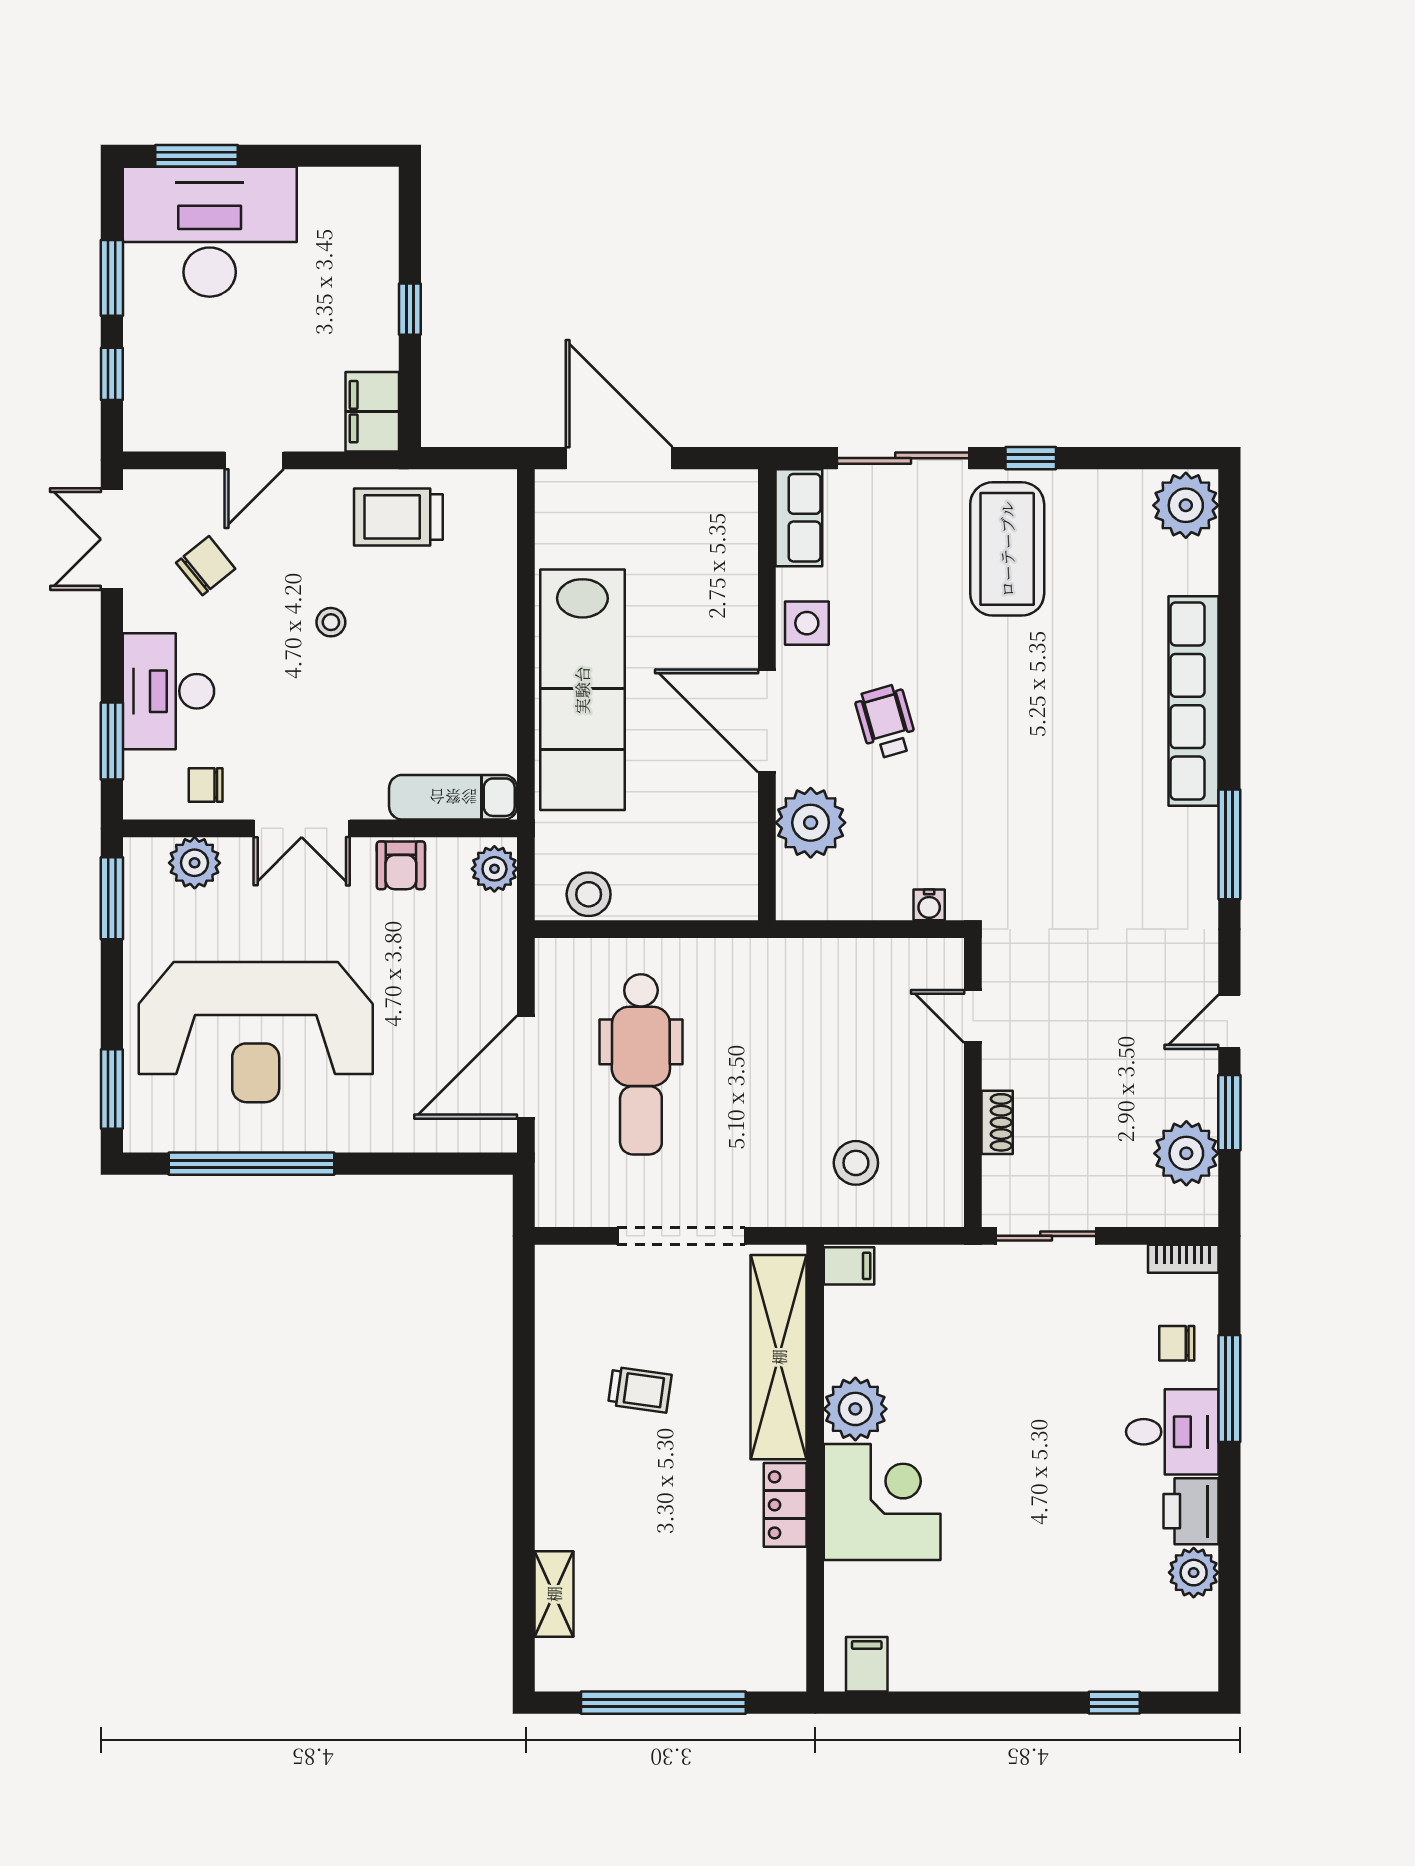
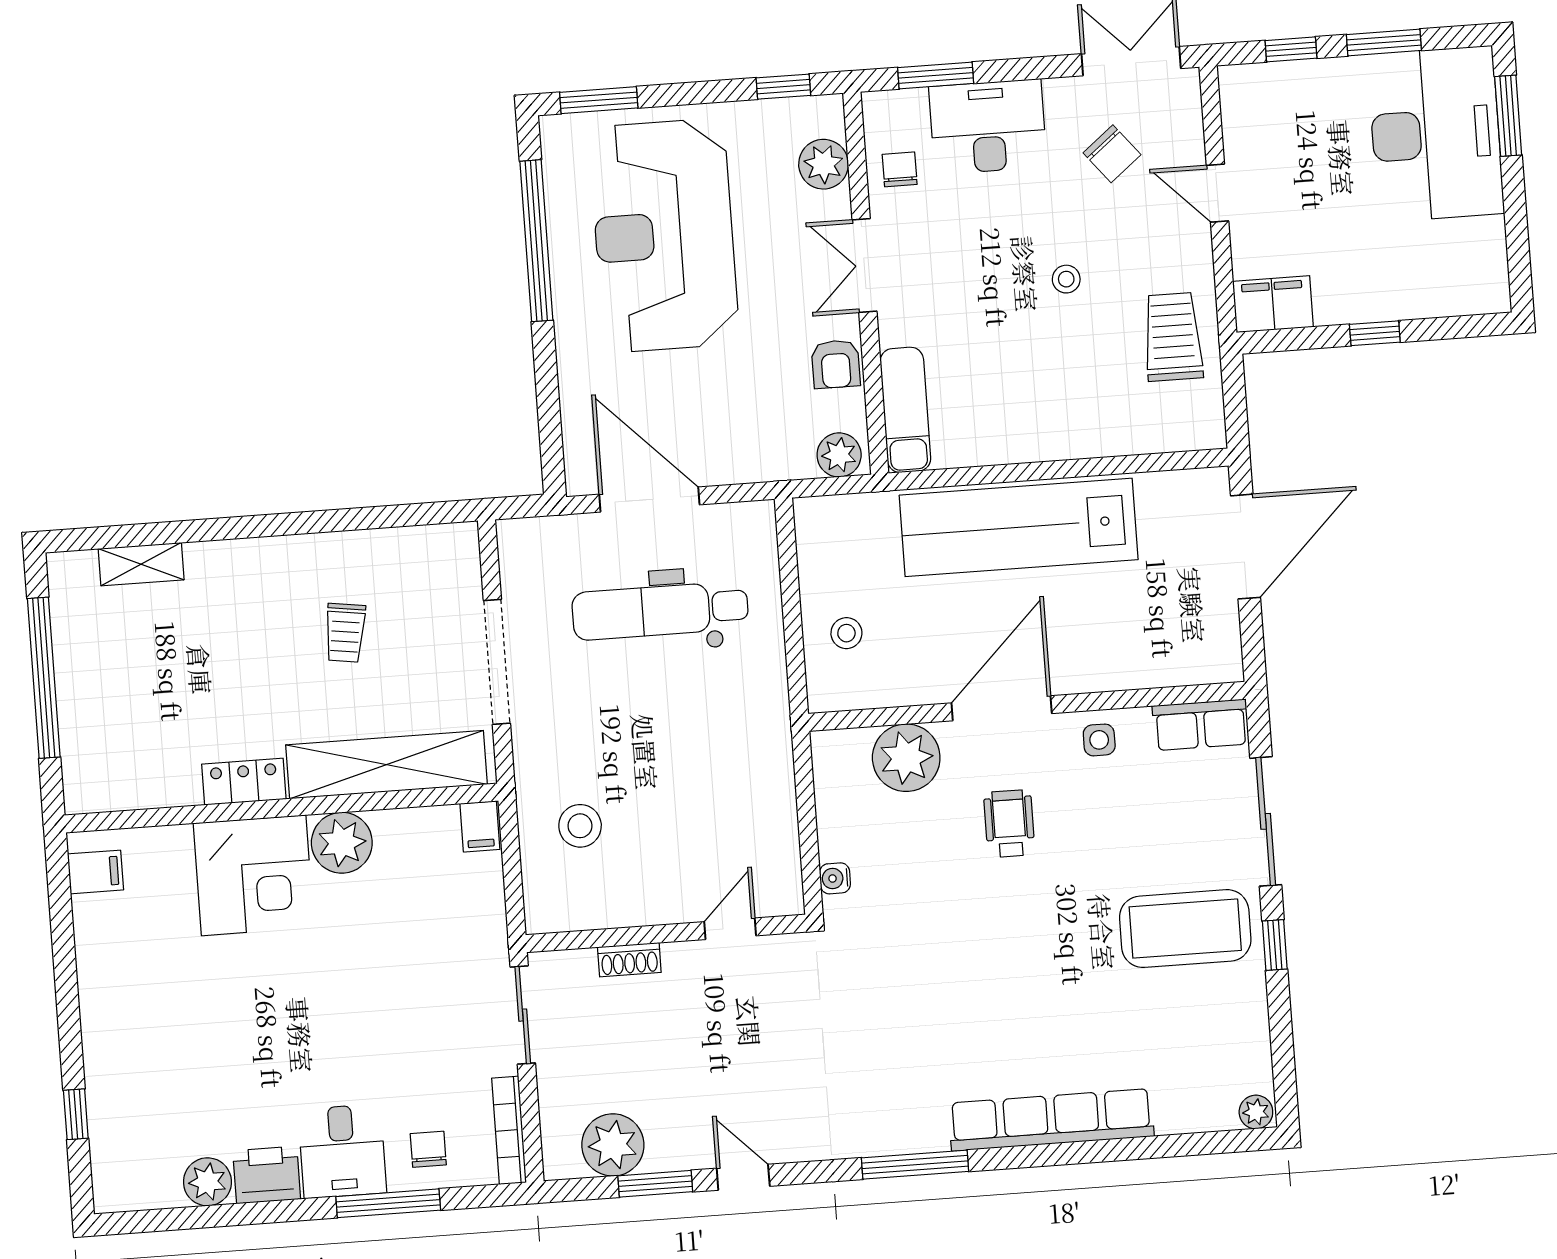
plant: (1186, 505) -> (1256, 1112), width x0.53, depth x0.53
side table: (807, 623) -> (1099, 740), width x0.73, depth x0.73
wheelchair: (886, 722) -> (1009, 824), turned -74
armchair: (401, 865) -> (836, 364), turned -90
stool: (589, 894) -> (846, 633), moved, width x0.73, depth x0.73
window: (112, 898) -> (783, 87), width x0.67
bookcase: (1183, 1259) -> (509, 1130), width x1.56

